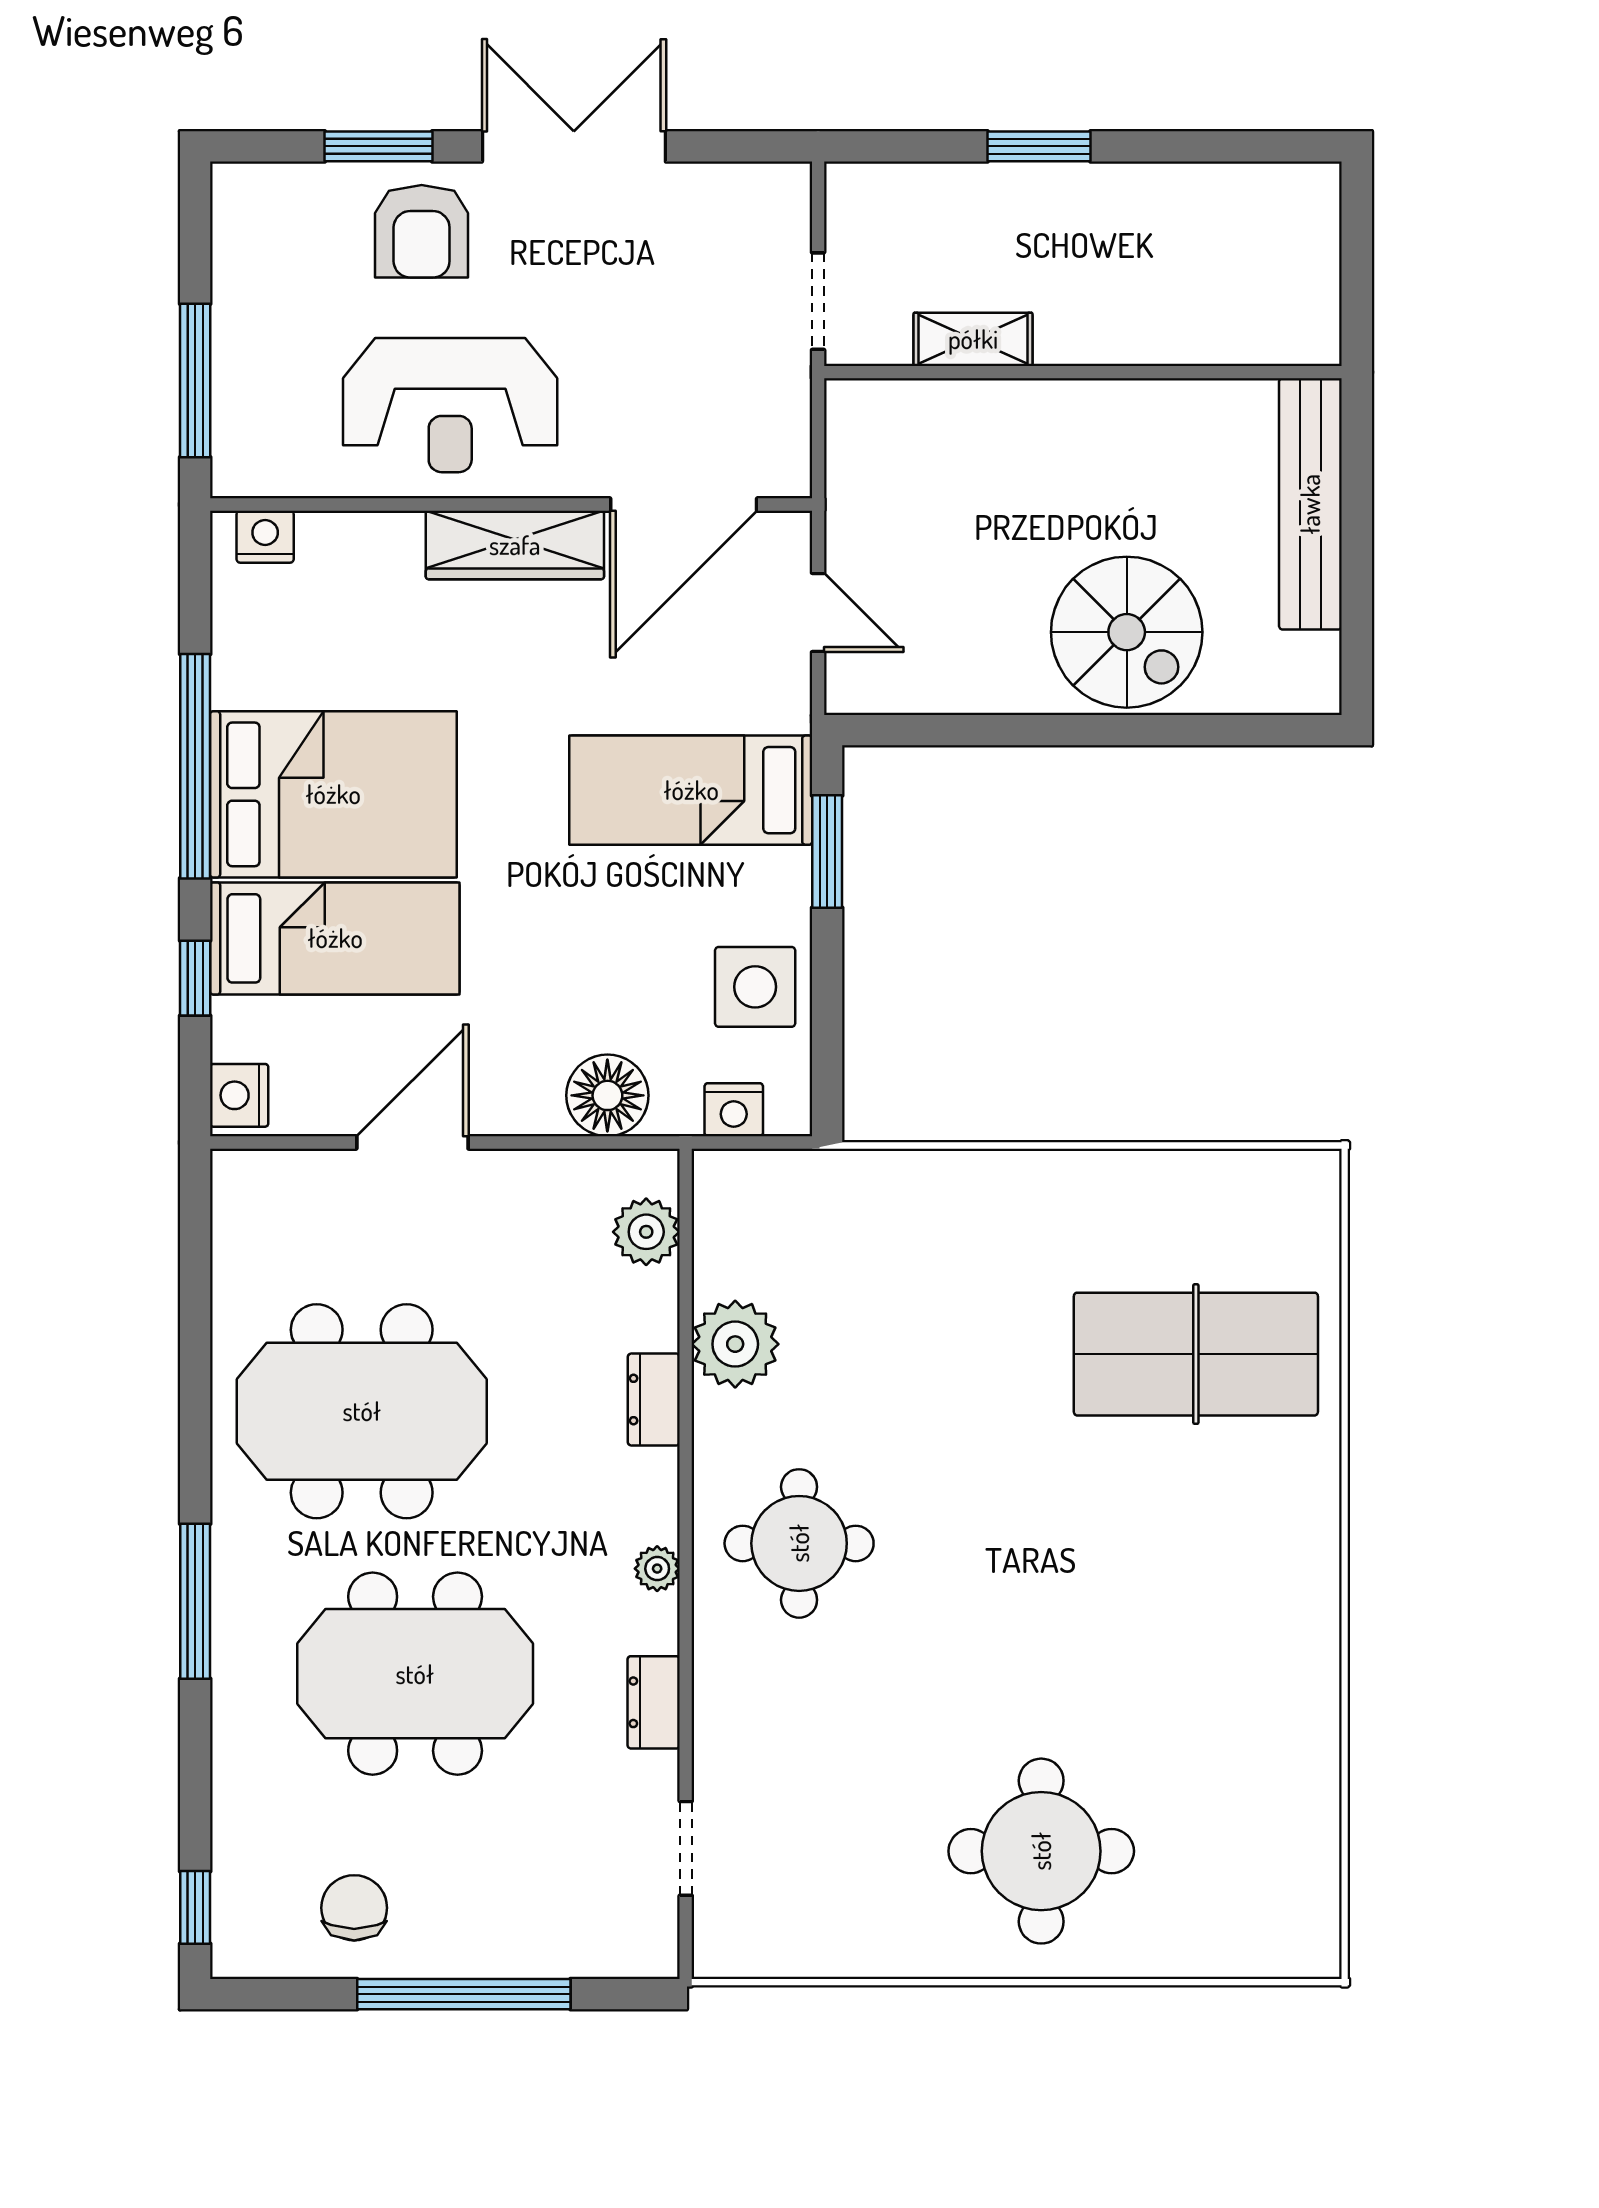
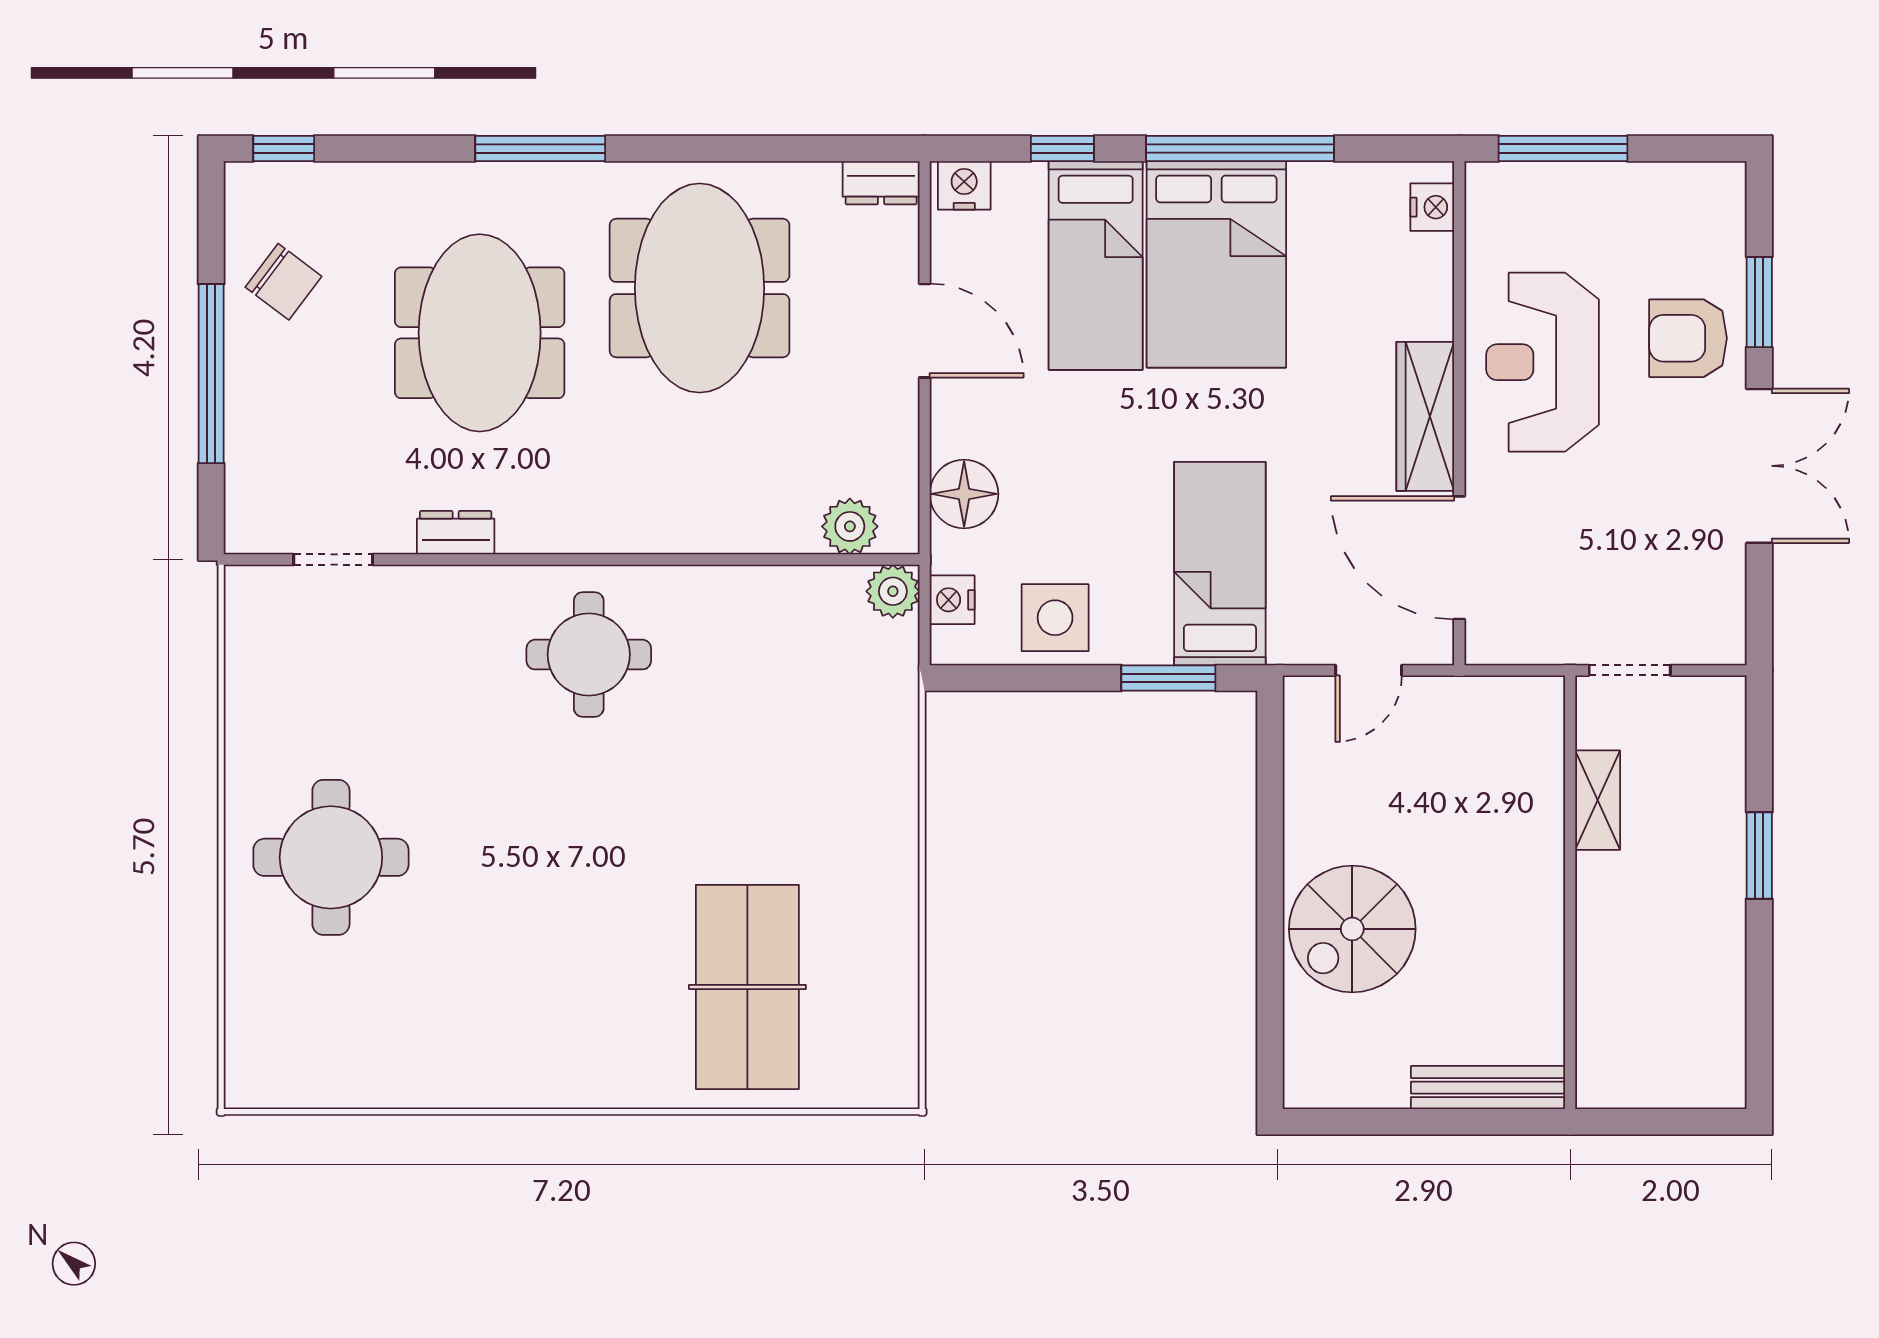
bench: (1310, 504) -> (1488, 1088), width x0.73, depth x0.82
plant: (735, 1344) -> (893, 591), moved, width x0.73, depth x0.73
dresser: (654, 1399) -> (881, 183), moved, turned 180
plant: (657, 1569) -> (568, 536), removed
chair: (354, 1908) -> (283, 282), turned 37

